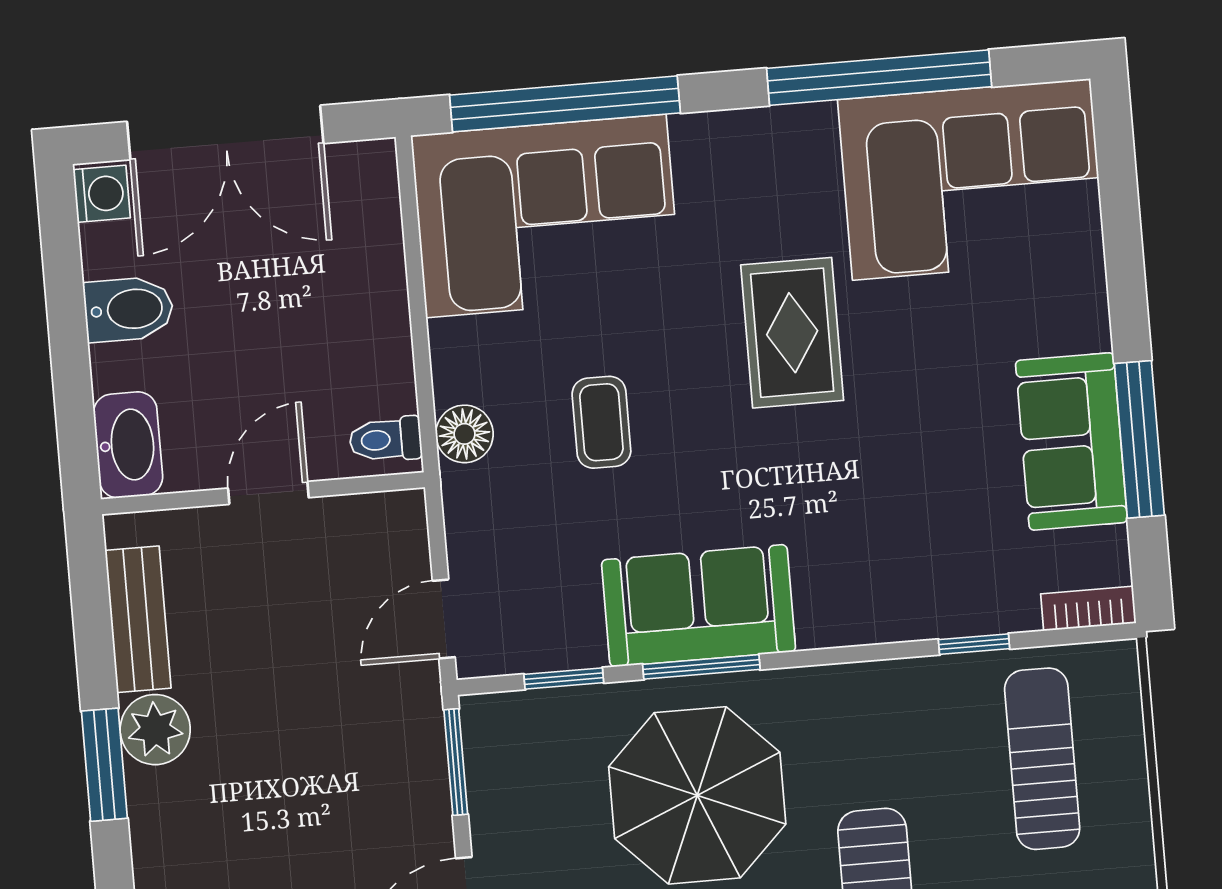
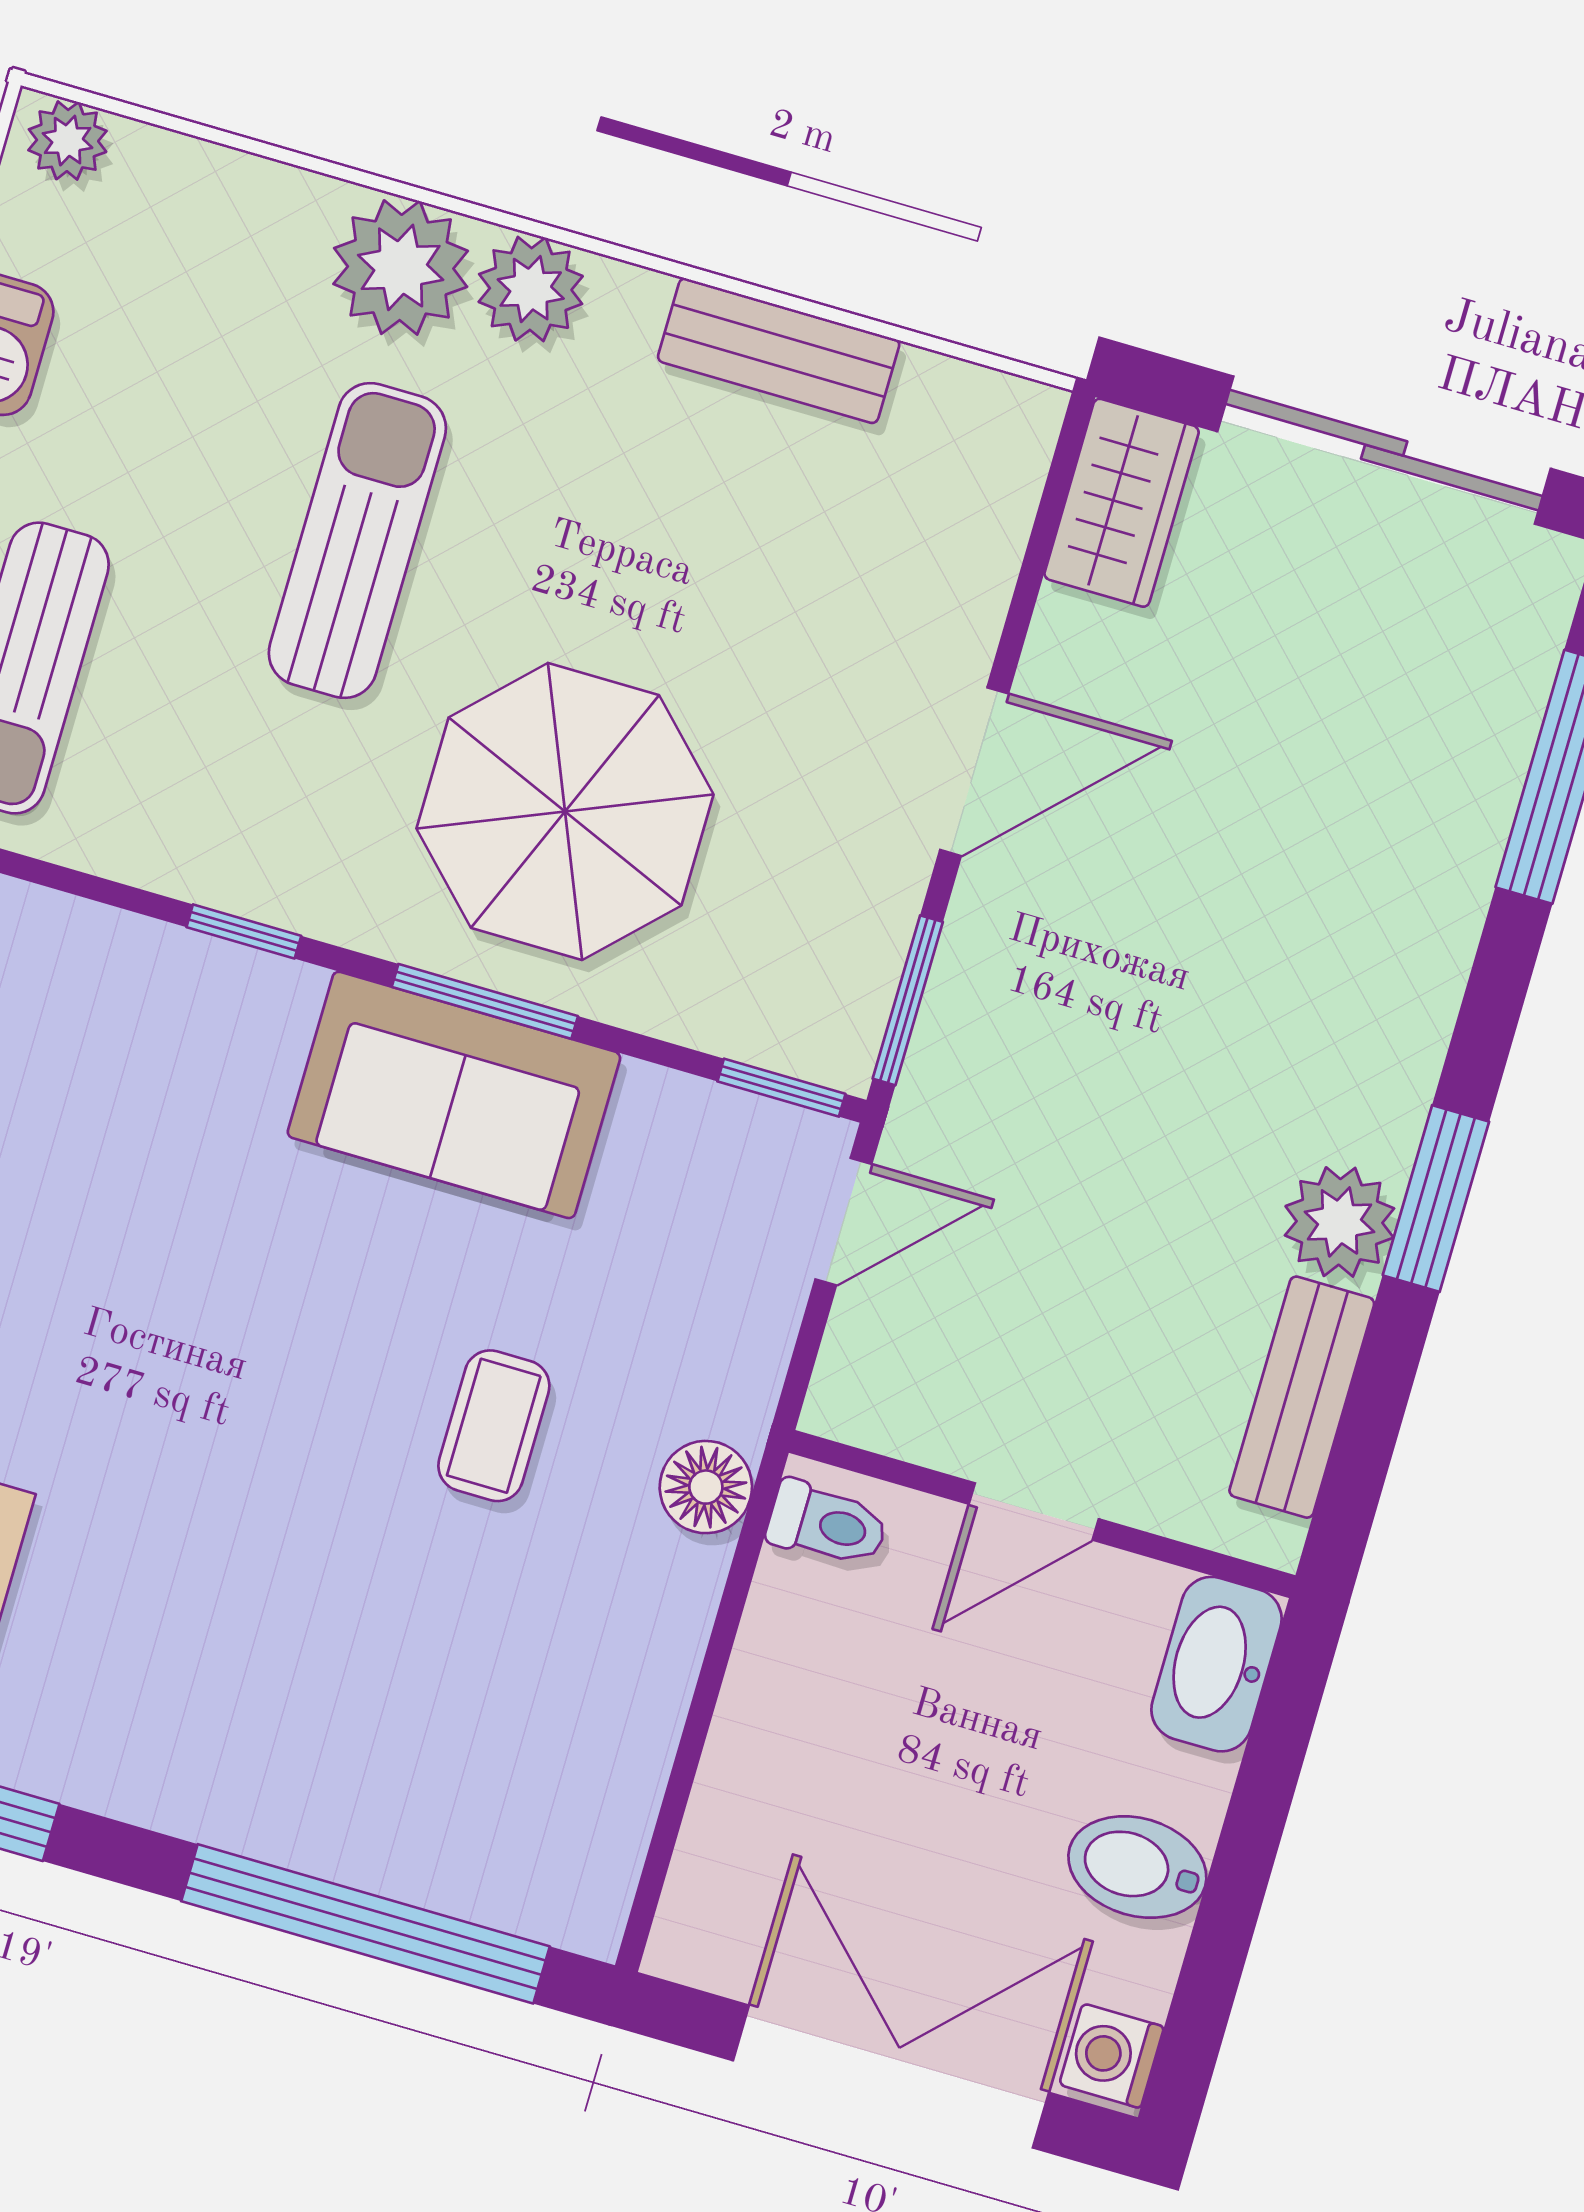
corner sofa: (546, 216) -> (458, 1767), removed
rug: (792, 333) -> (157, 1450), removed
window: (974, 644) -> (244, 931), moved
window: (564, 679) -> (781, 1088), moved

